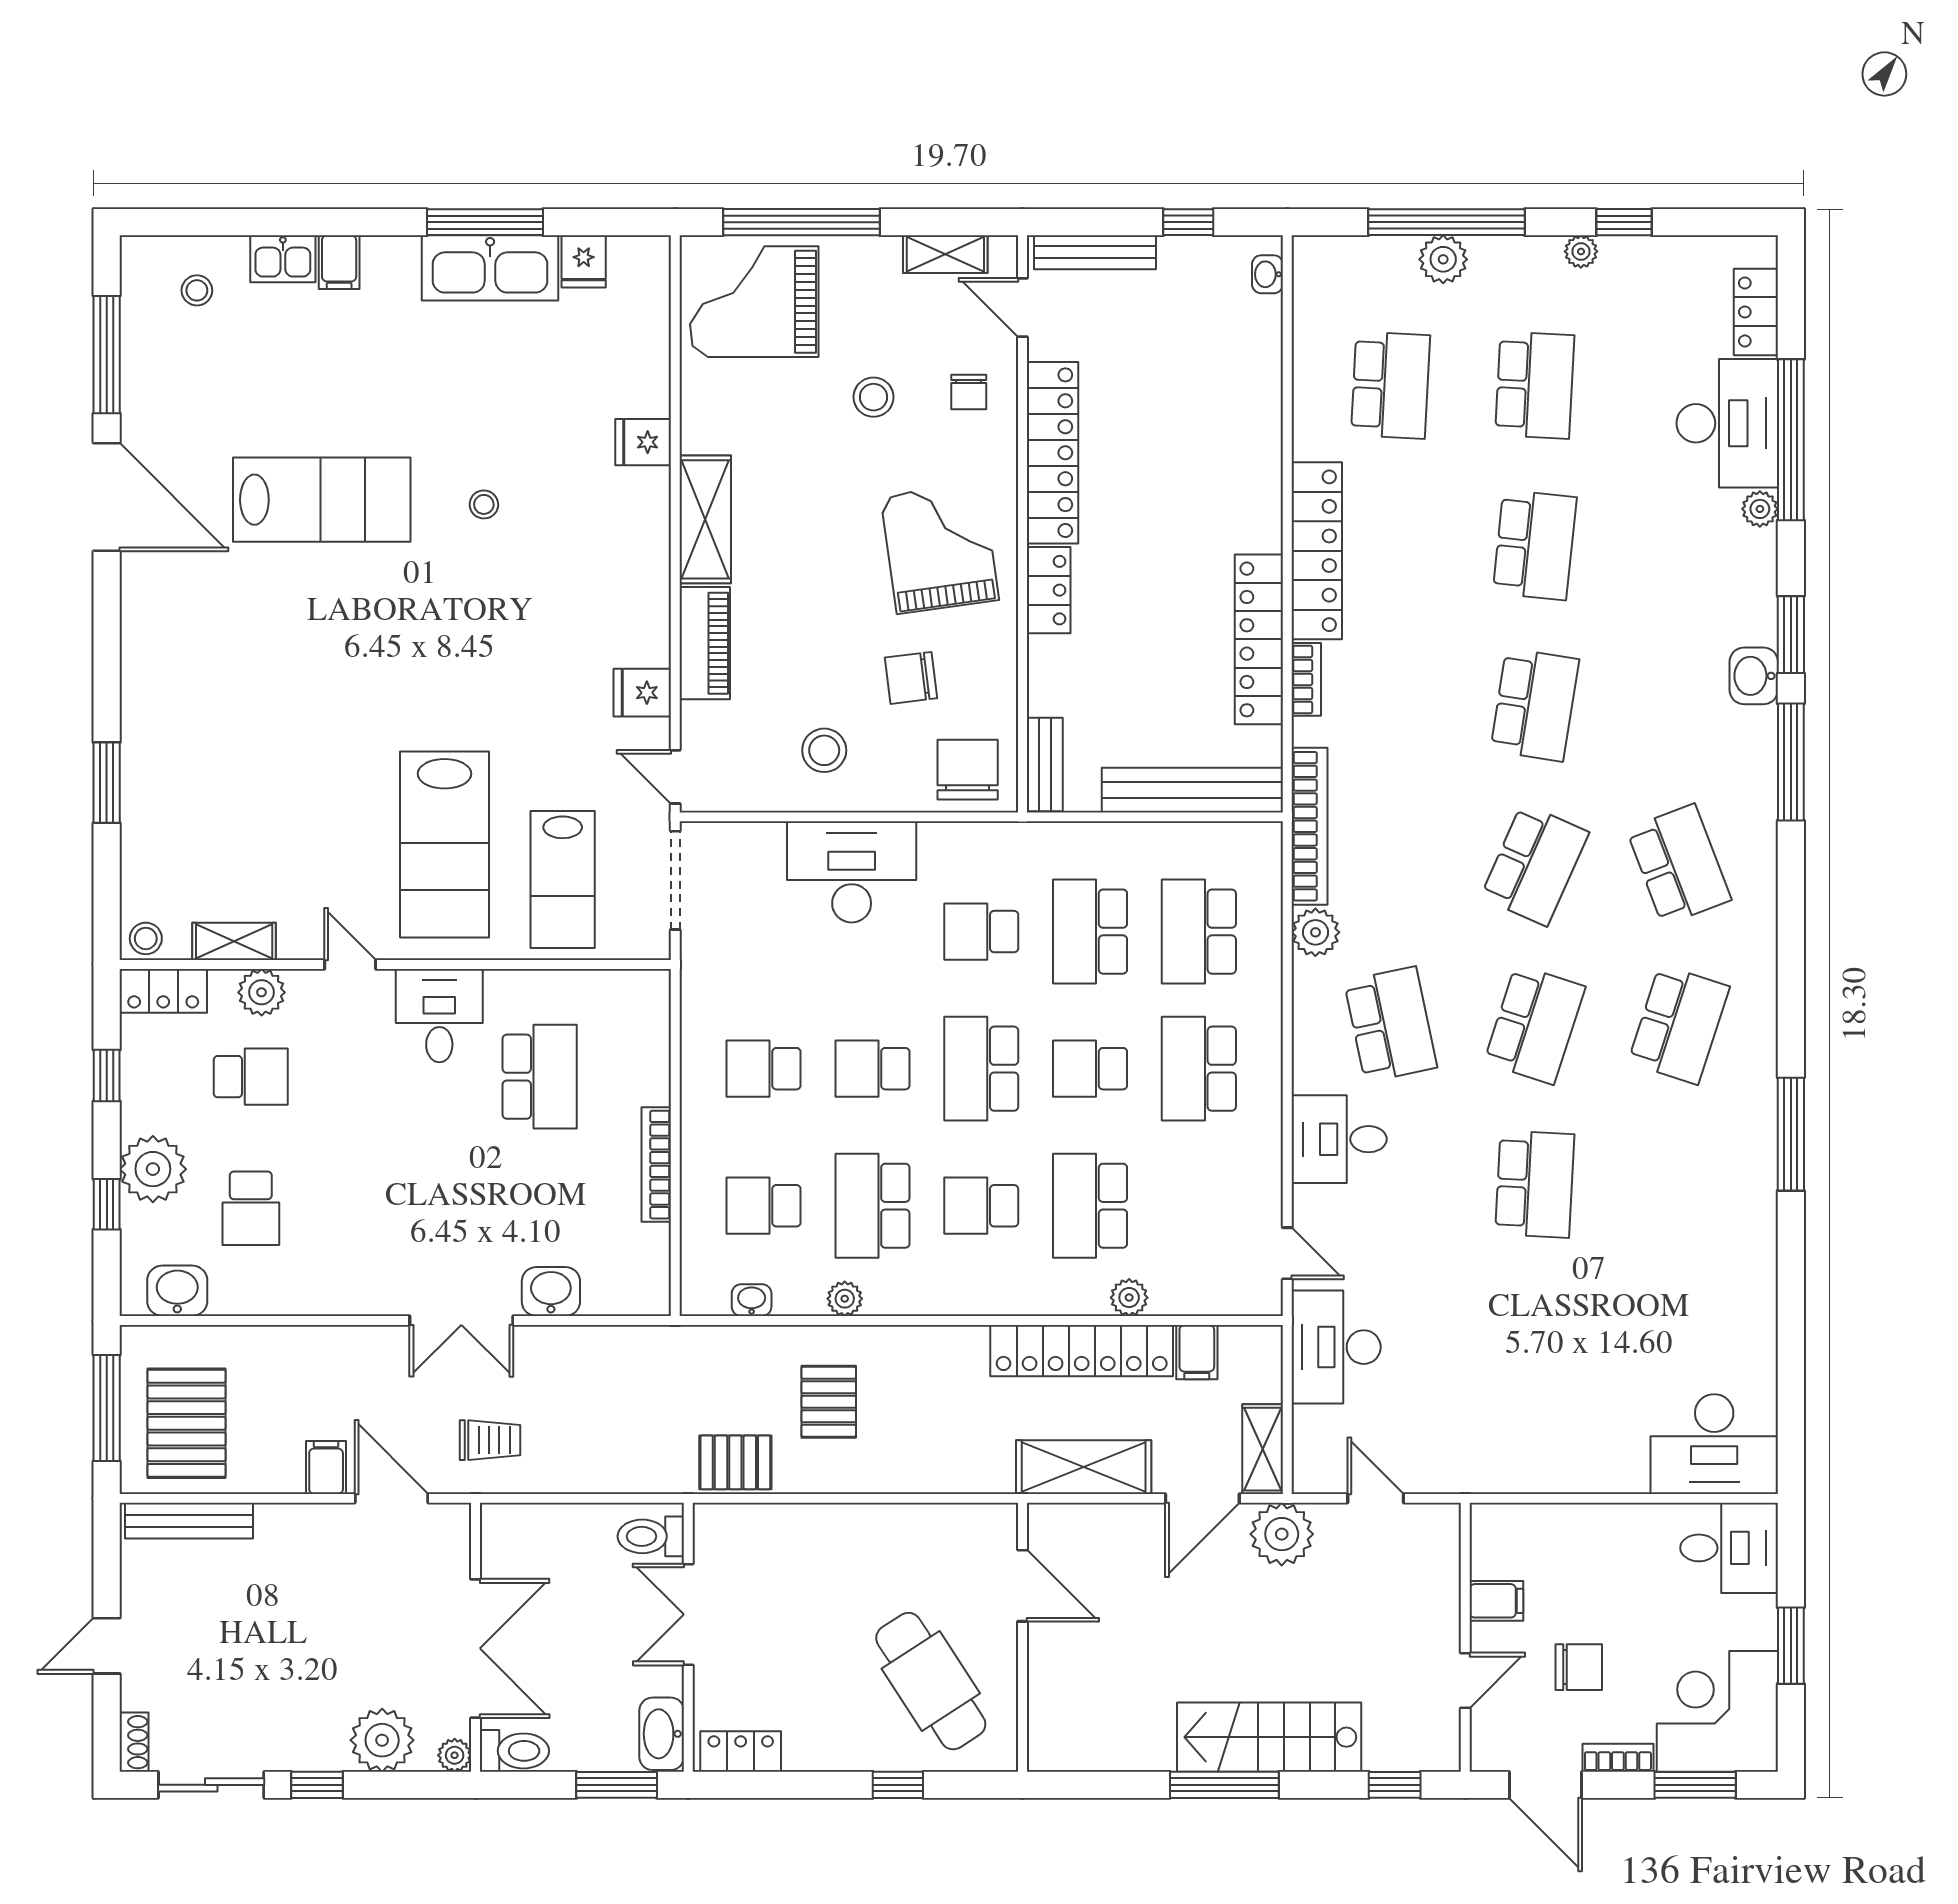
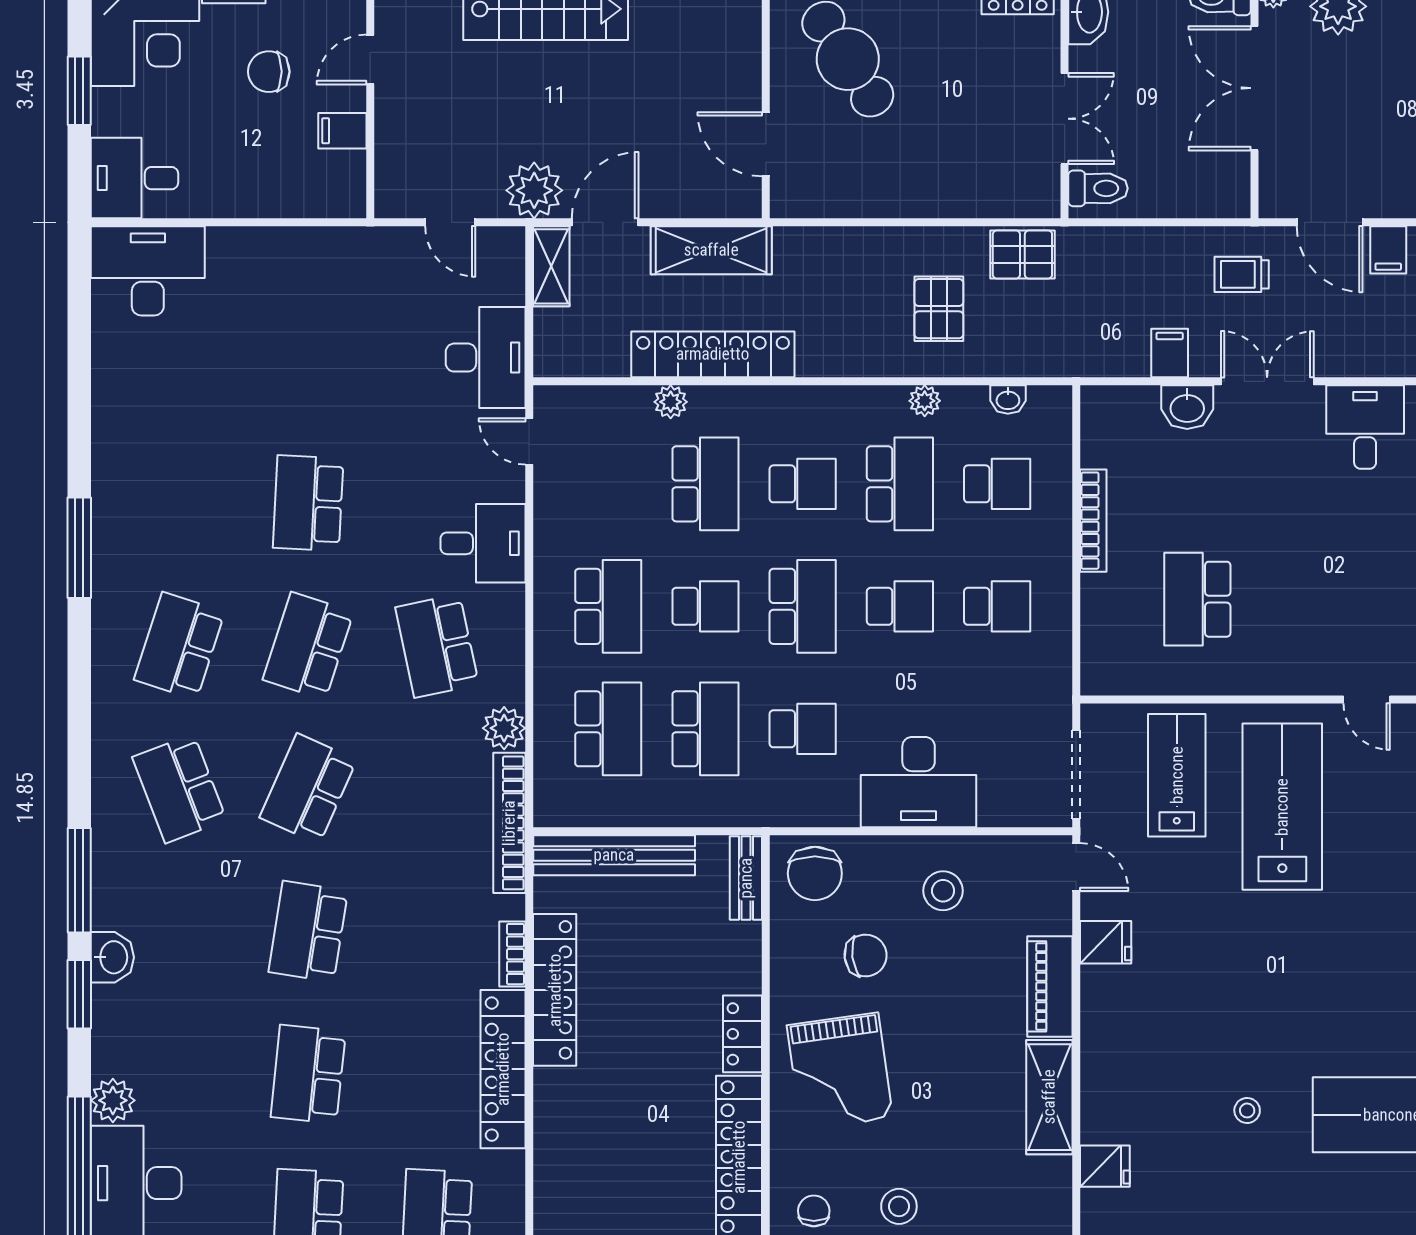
plant: (1760, 509) -> (113, 1100), width x1.38, depth x1.38
desk: (439, 1016) -> (1365, 427), moved, turned 180
filing cabinet: (1197, 1352) -> (1170, 353), moved

